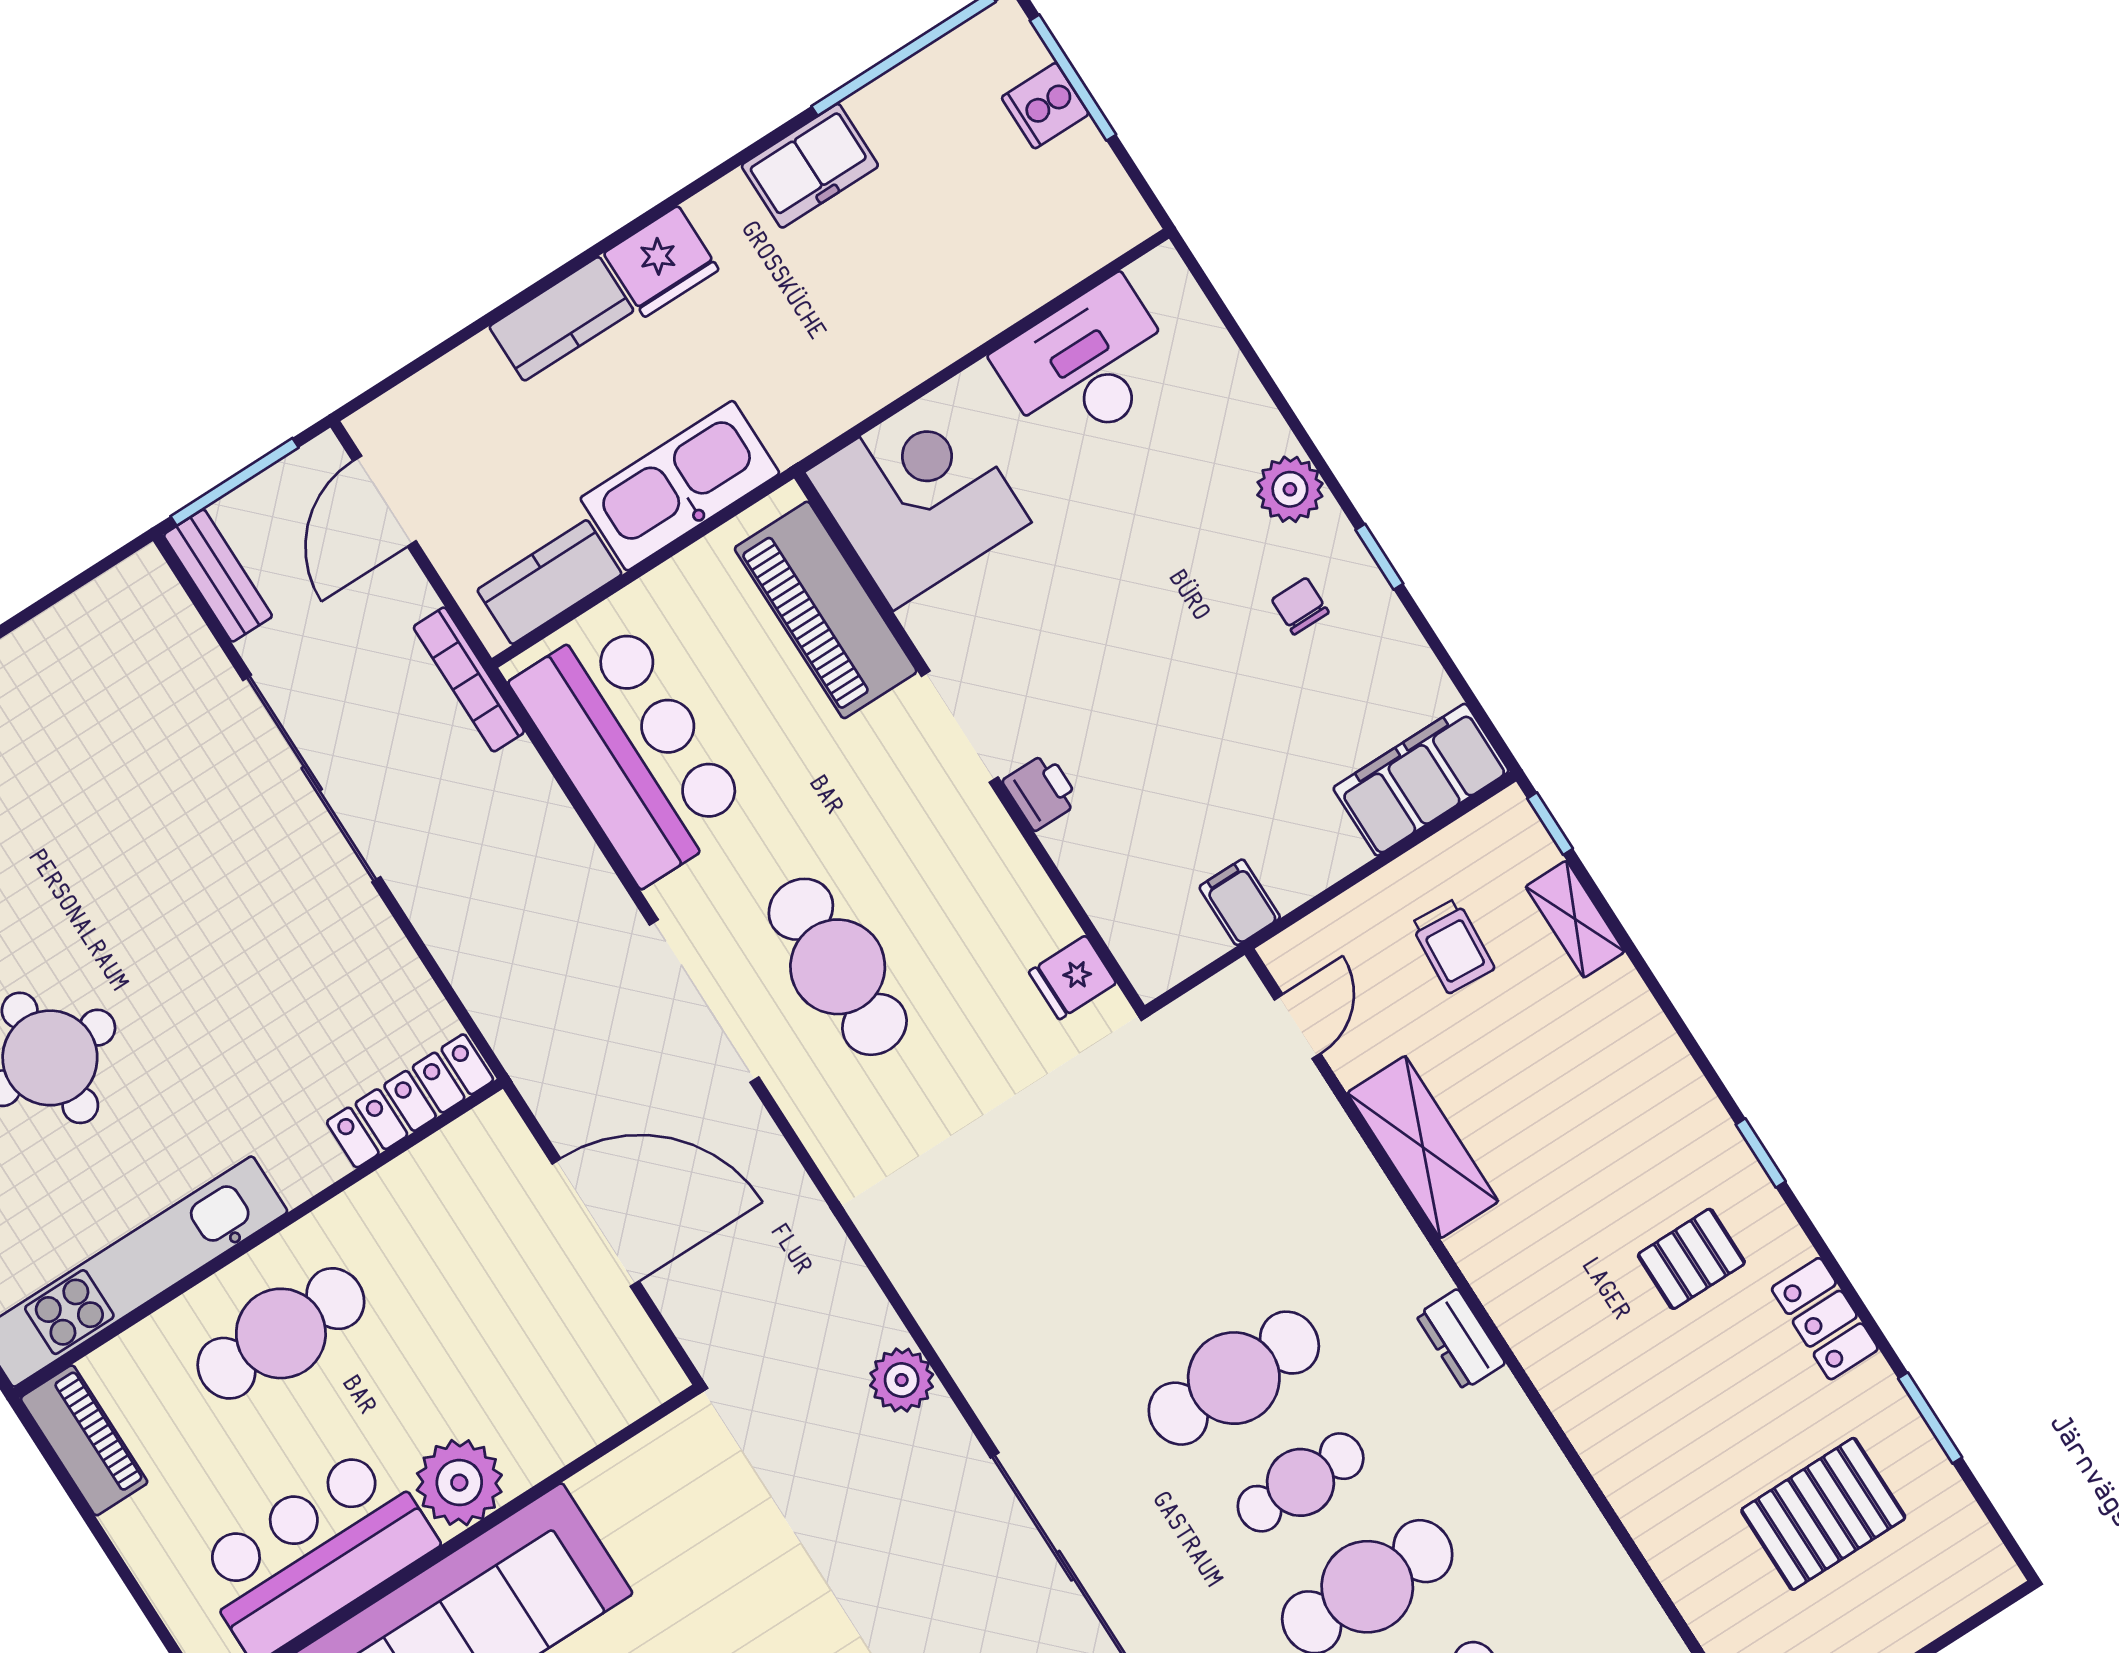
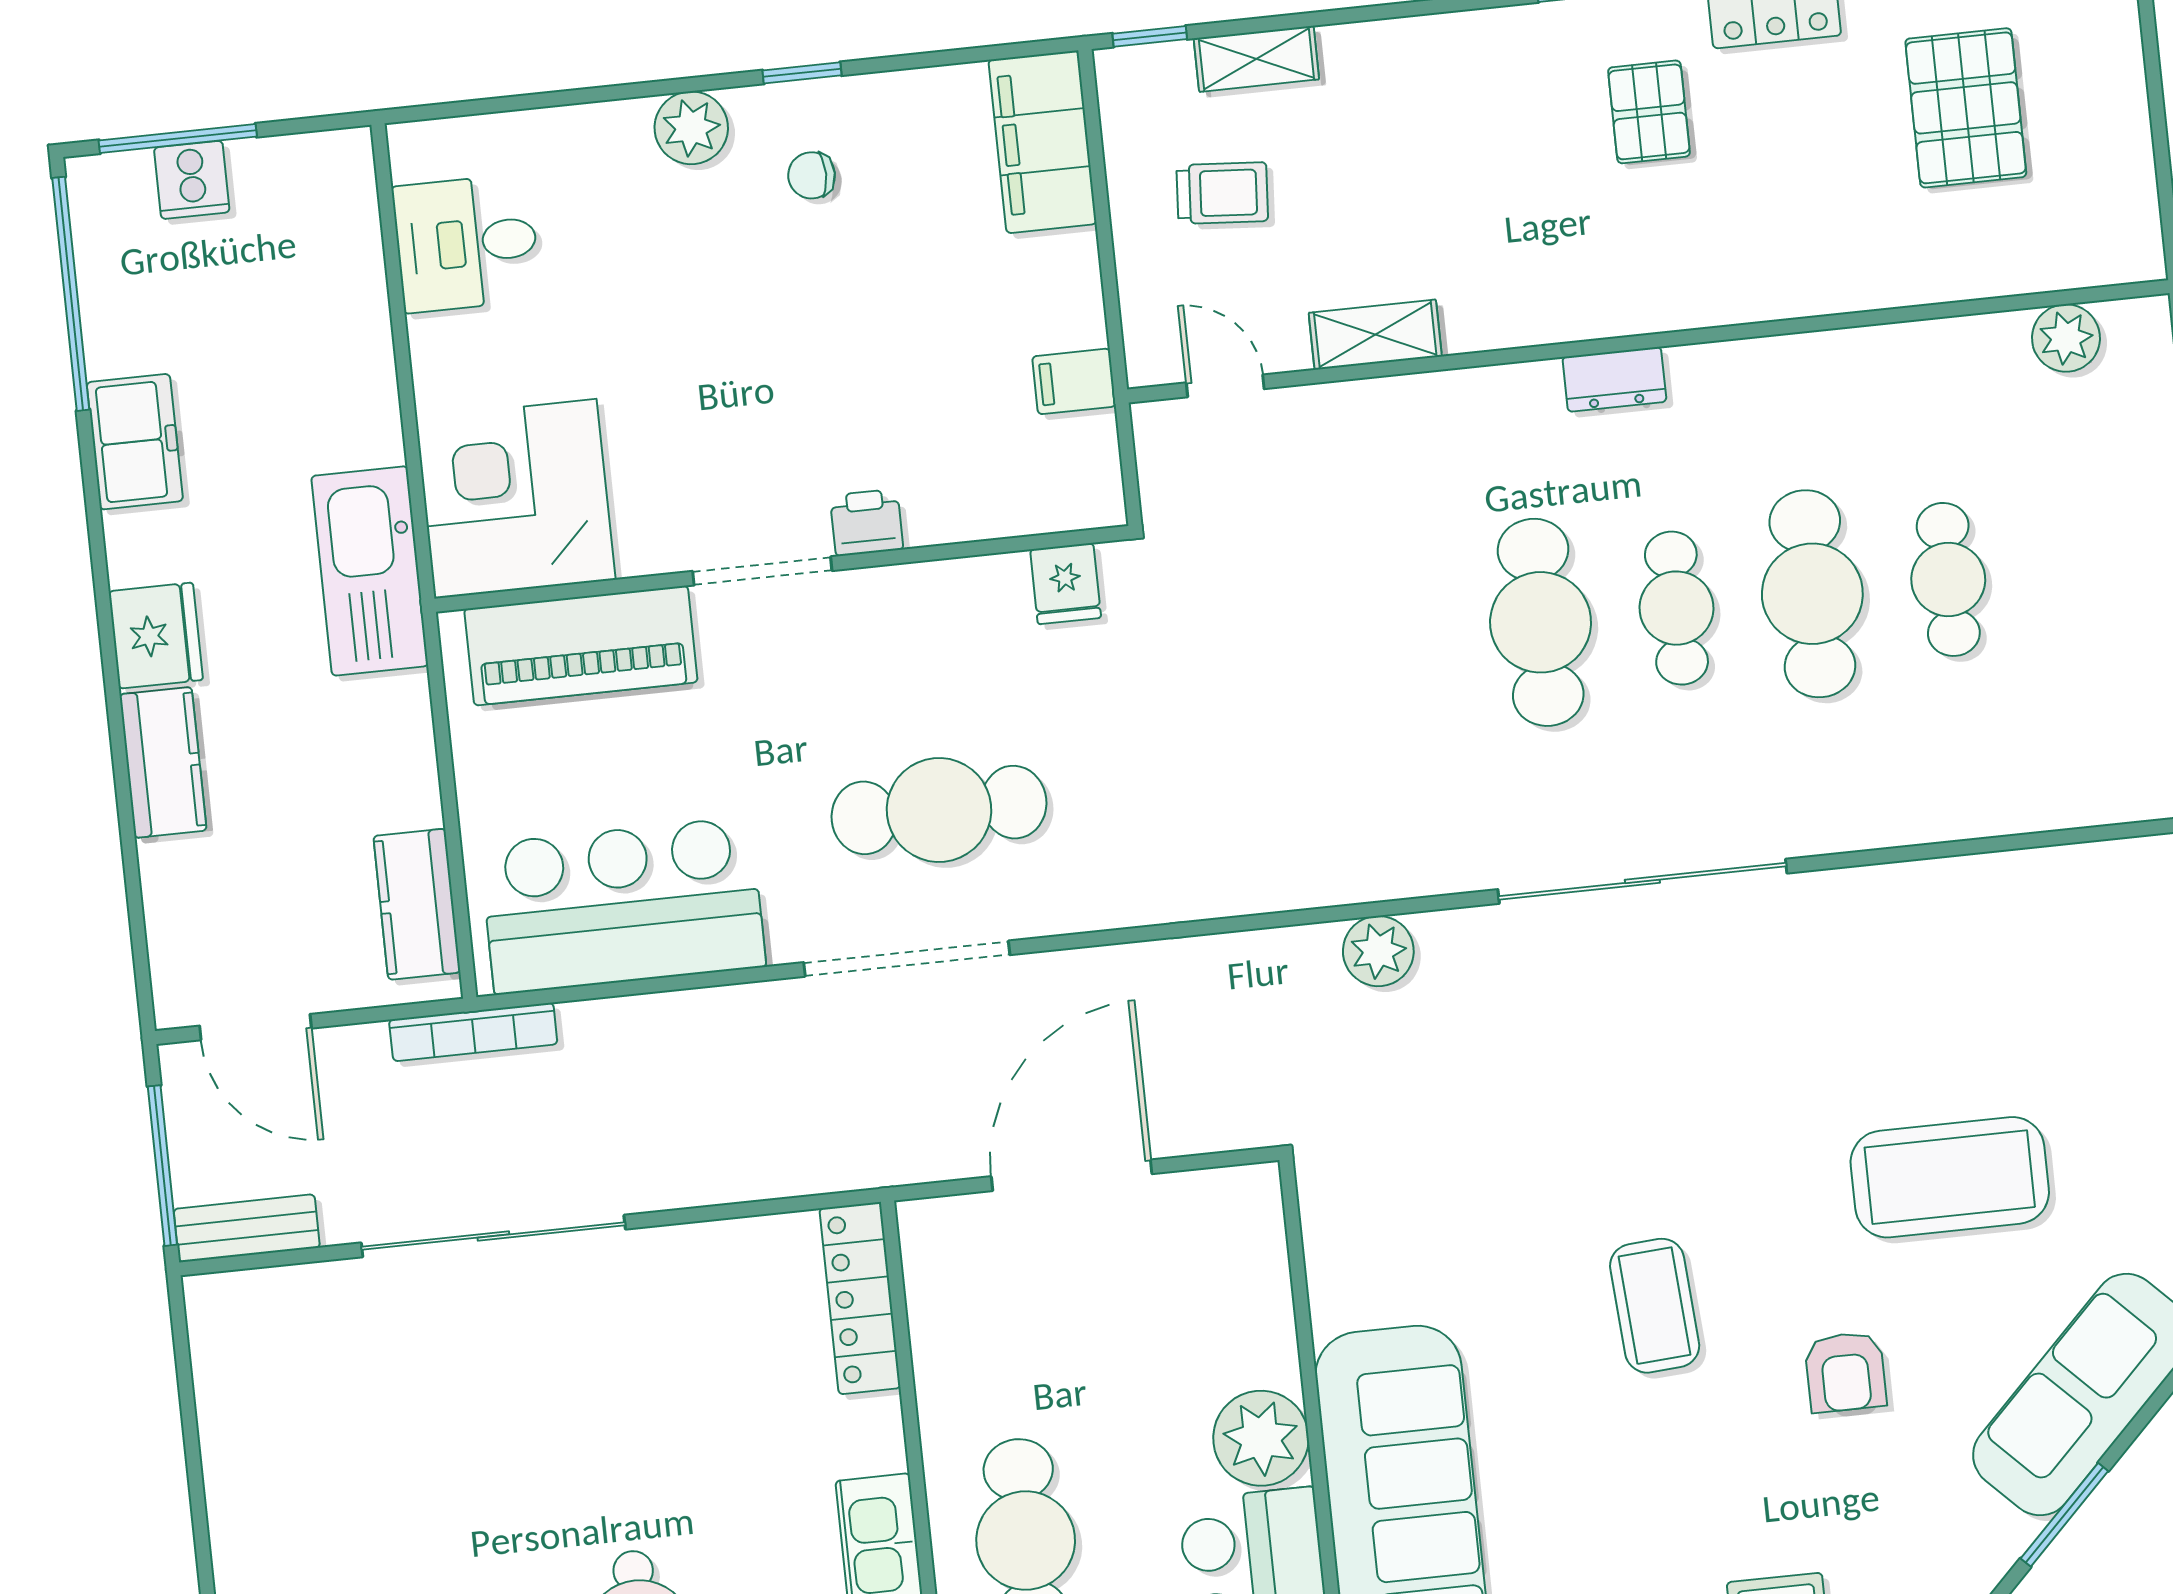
desk: (1087, 366) -> (466, 243), width x0.73
kitchen sink: (680, 486) -> (370, 571), moved
shelving: (1423, 1147) -> (1375, 335), width x0.67, depth x0.75

